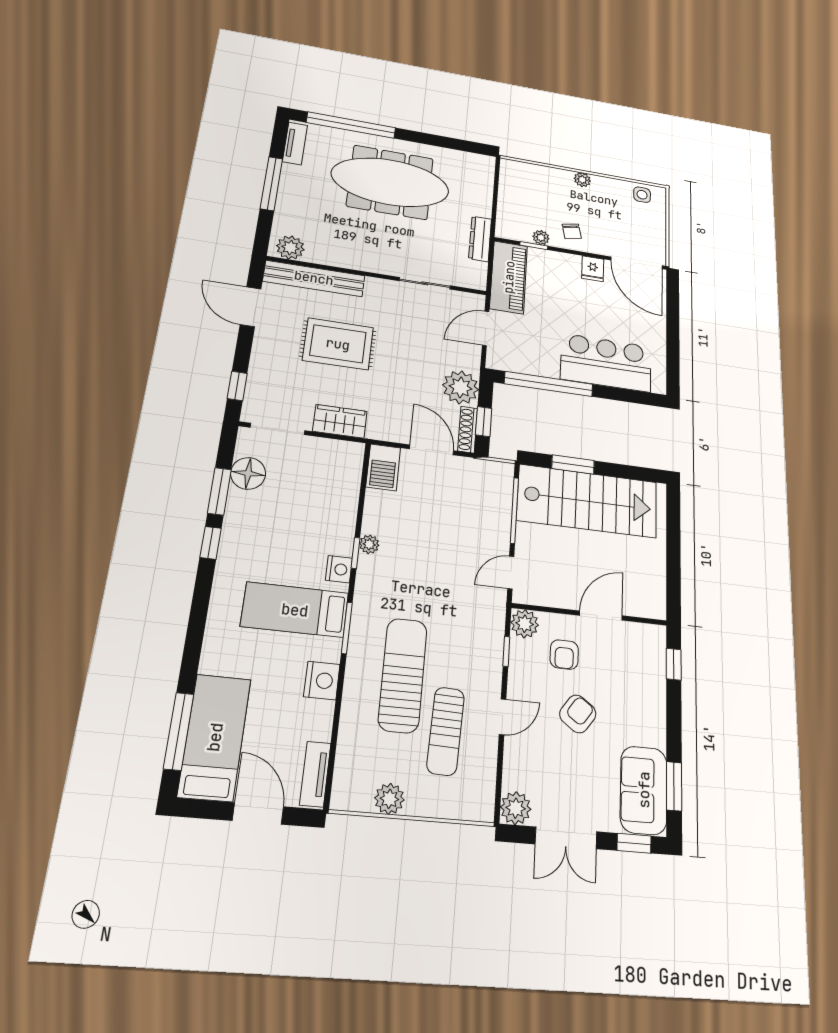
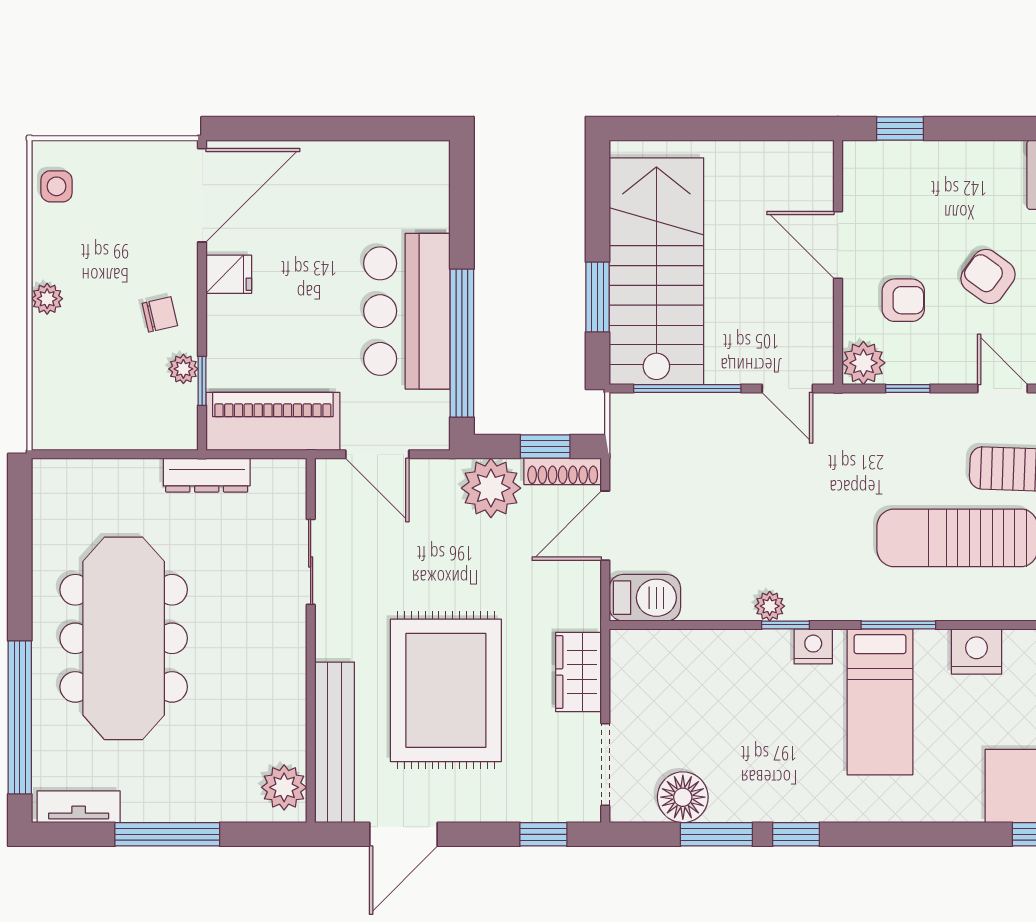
rug: (338, 344) -> (446, 690), width x1.37, depth x1.44
bar counter: (606, 363) -> (407, 311), moved

